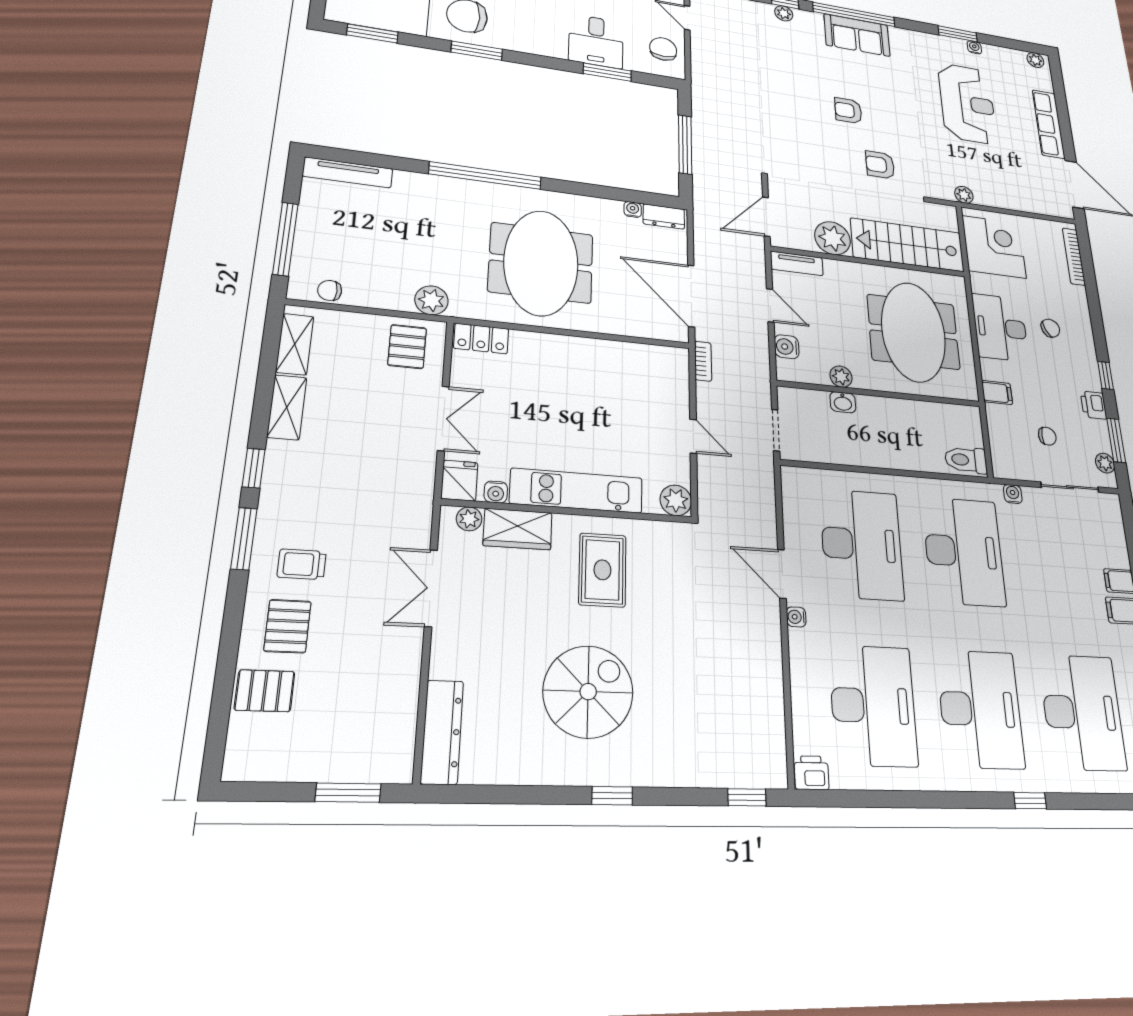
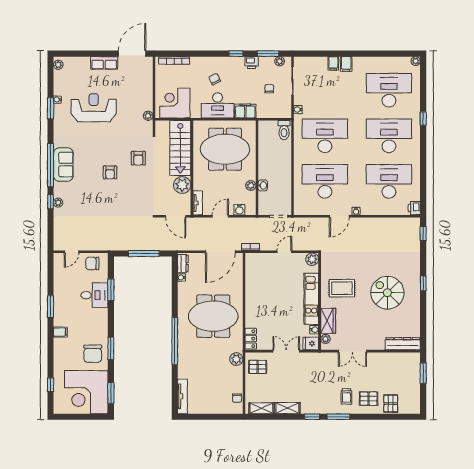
row of seats: (1049, 124) -> (104, 63), width x0.68
window: (285, 239) -> (217, 417), removed
filing cabinet: (997, 393) -> (245, 111), width x2.00

